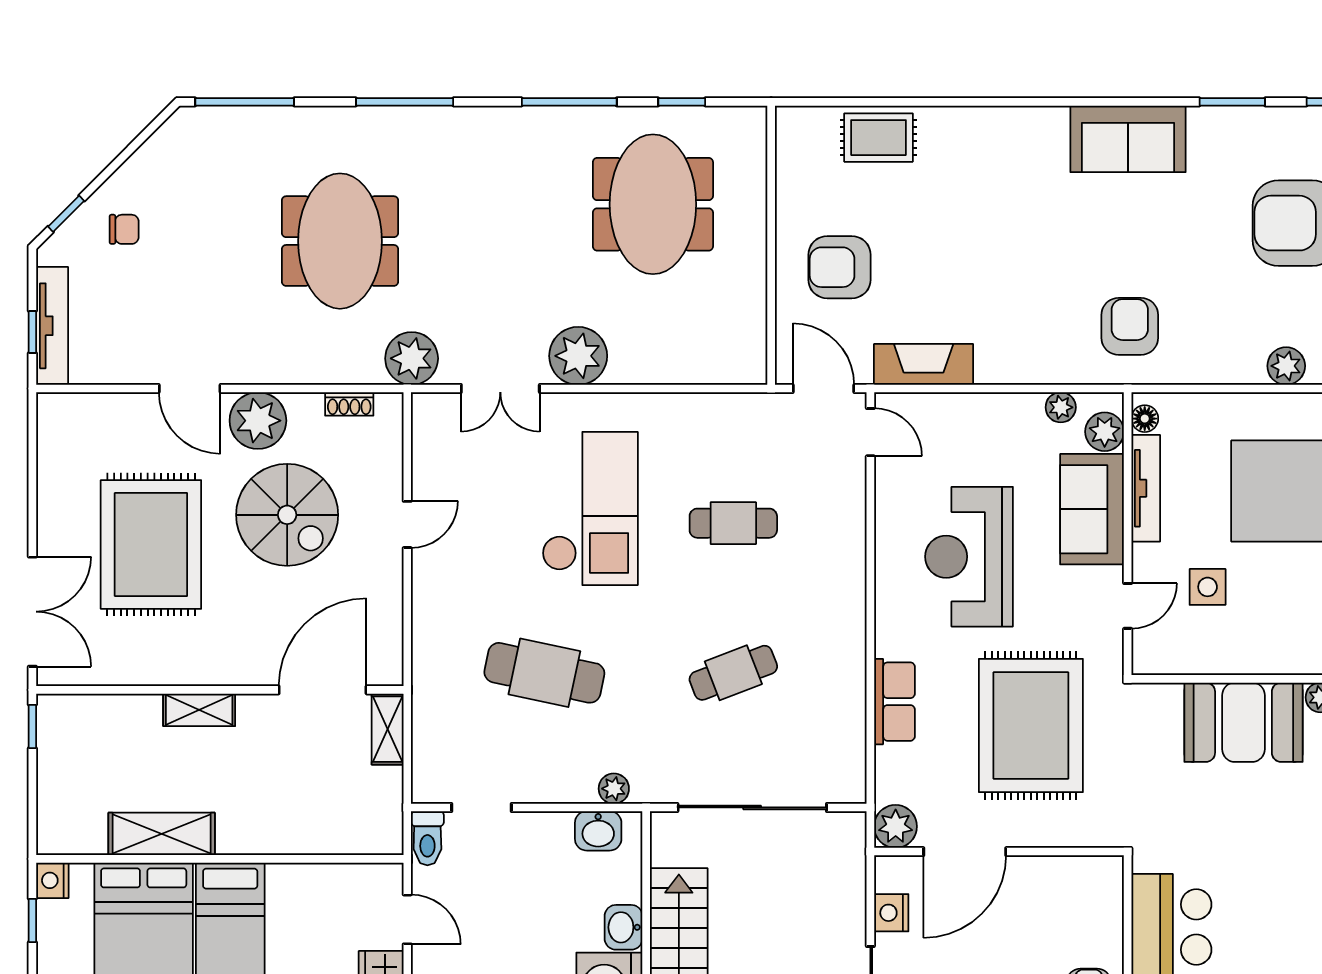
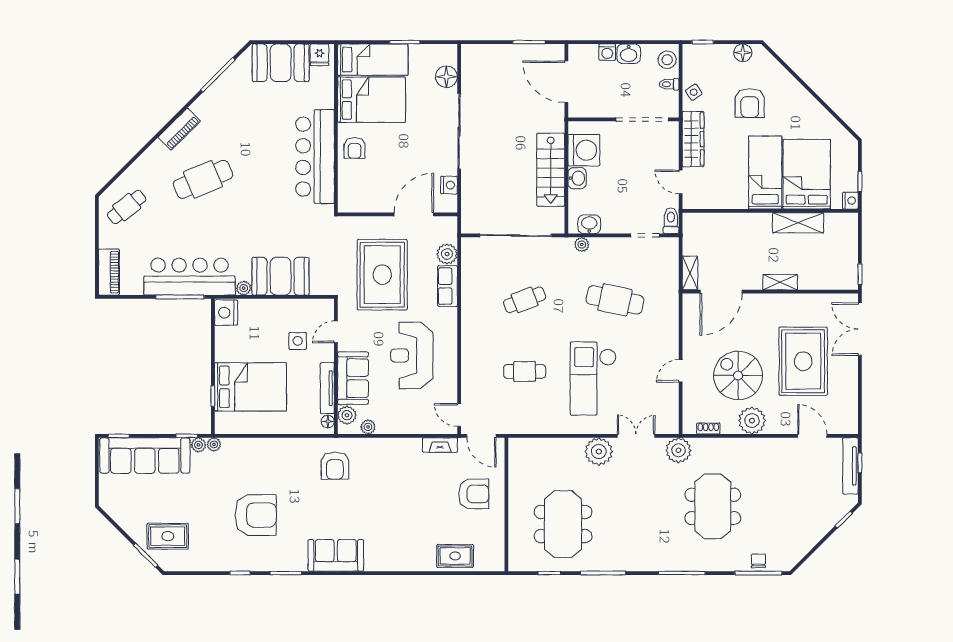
chair: (124, 229) -> (758, 561), moved, turned 90
fireplace: (924, 364) -> (440, 445), width x0.73, depth x0.76
plant: (1286, 366) -> (260, 447), removed
door: (190, 388) -> (812, 436), moved
reception desk: (969, 557) -> (412, 355), turned 180
plant: (896, 826) -> (447, 254), moved

